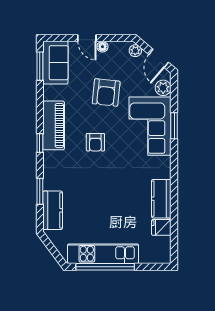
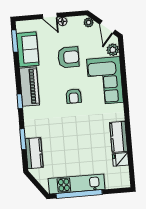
sofa: (55, 63) -> (28, 49), moved
armchair: (106, 92) -> (68, 57), turned -96
window: (174, 126) -> (124, 79), removed
armchair: (95, 142) -> (74, 96), moved

